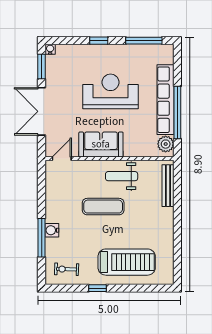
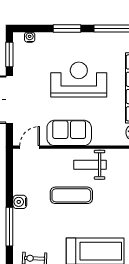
window: (99, 41) -> (67, 28), width x1.50
water cooler: (50, 49) -> (30, 37), moved
water cooler: (52, 230) -> (20, 202), moved

